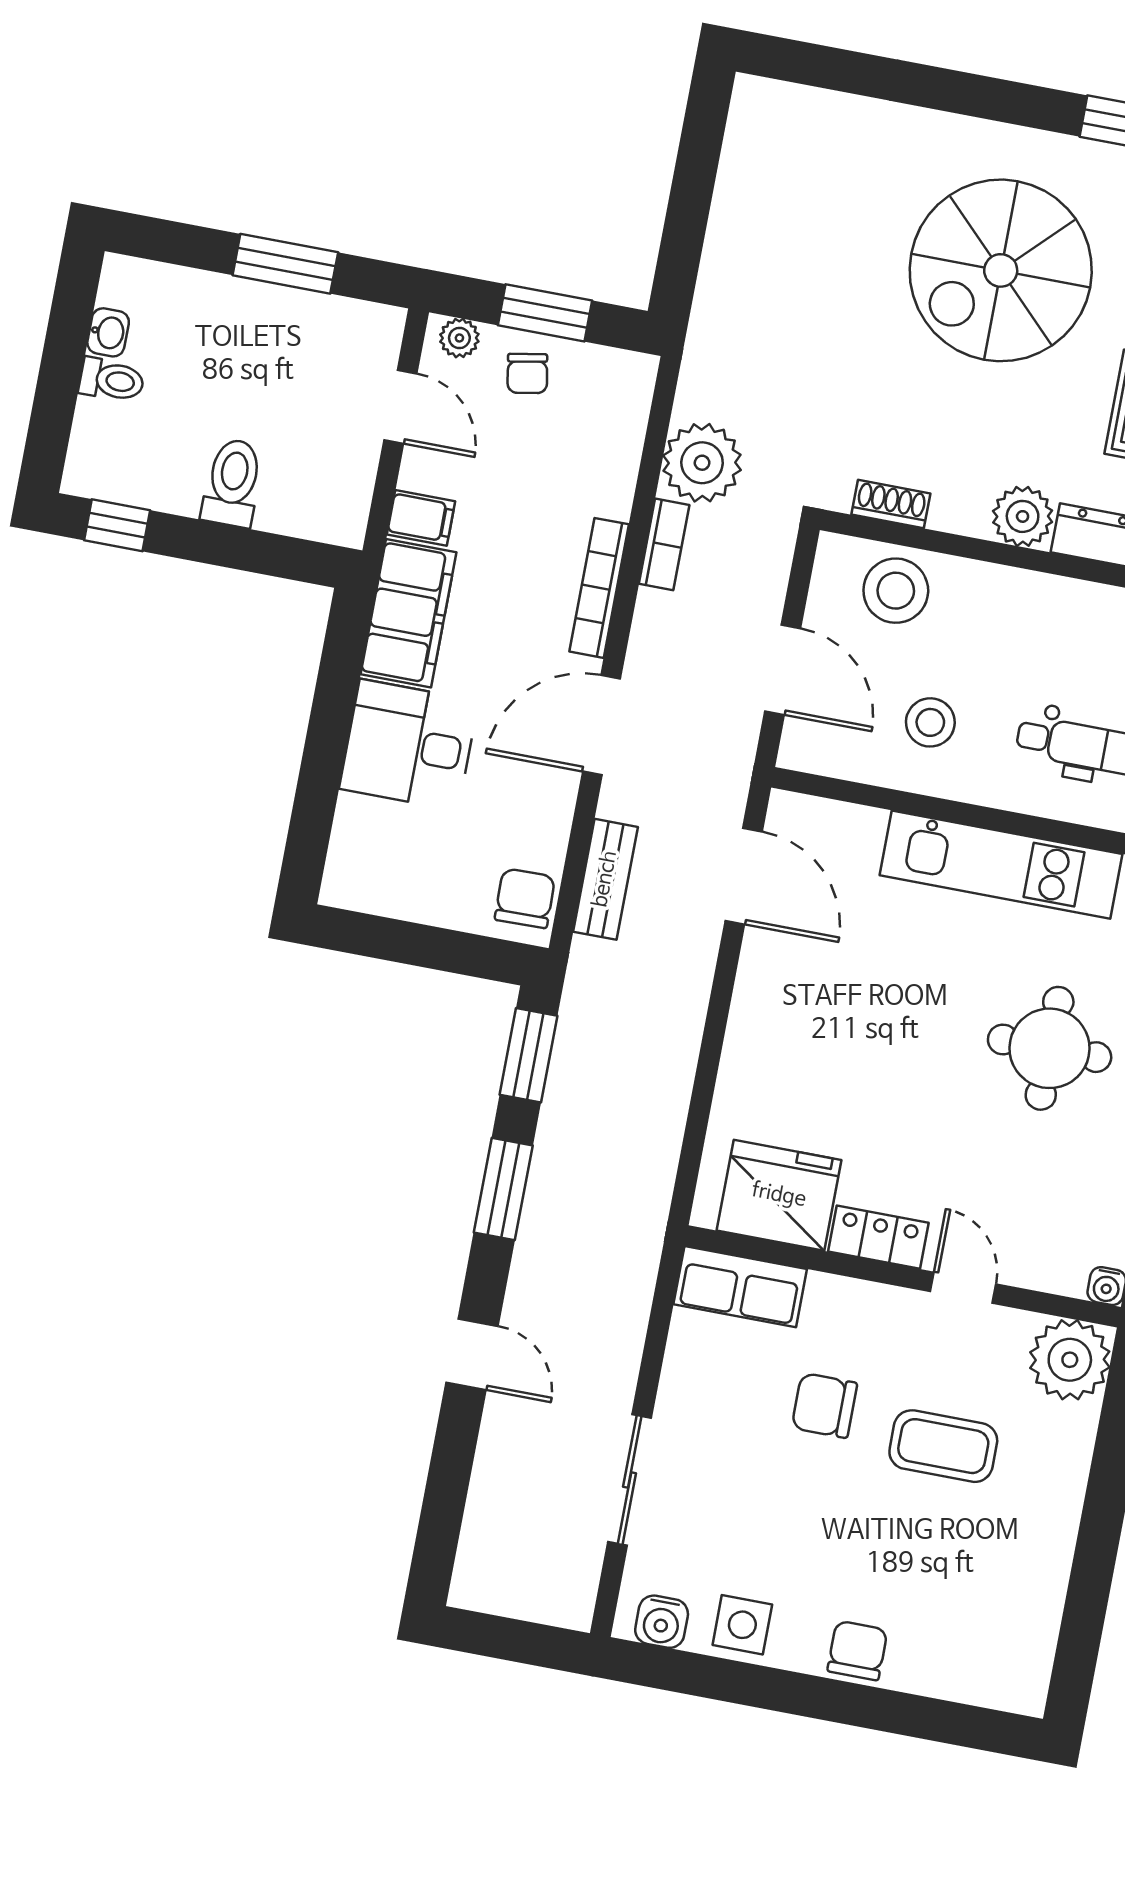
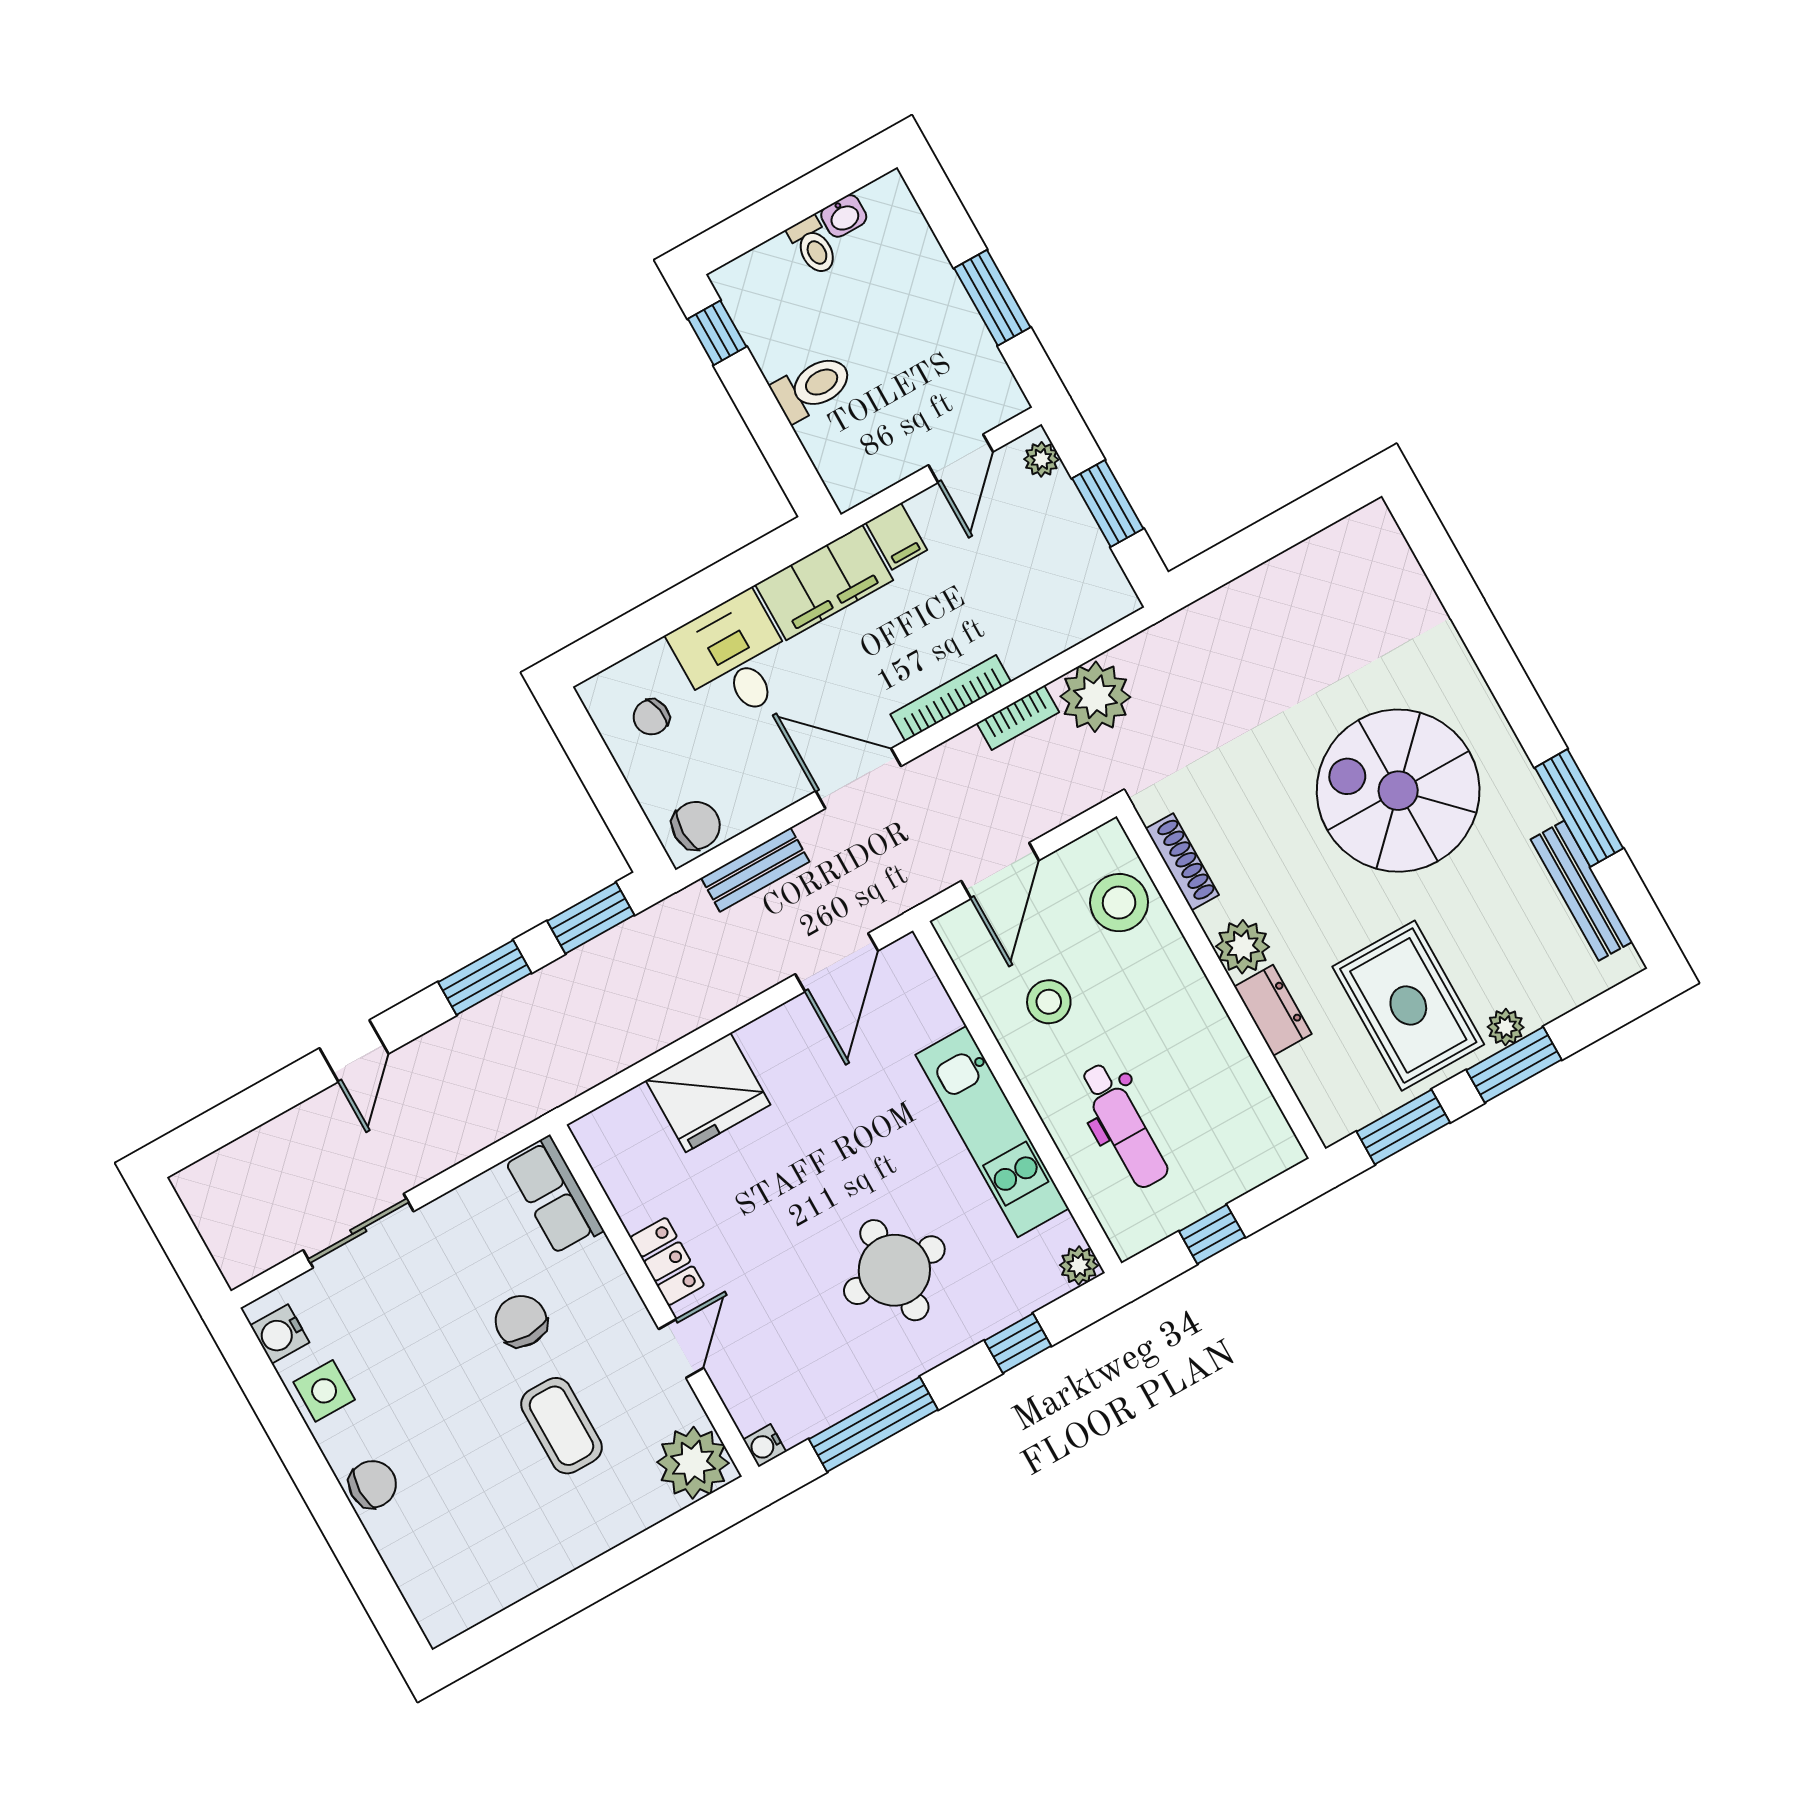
chair: (527, 373) -> (651, 717), moved
shoe rack: (891, 504) -> (1182, 862), width x1.43
fridge: (779, 1195) -> (708, 1093), moved, turned 90

